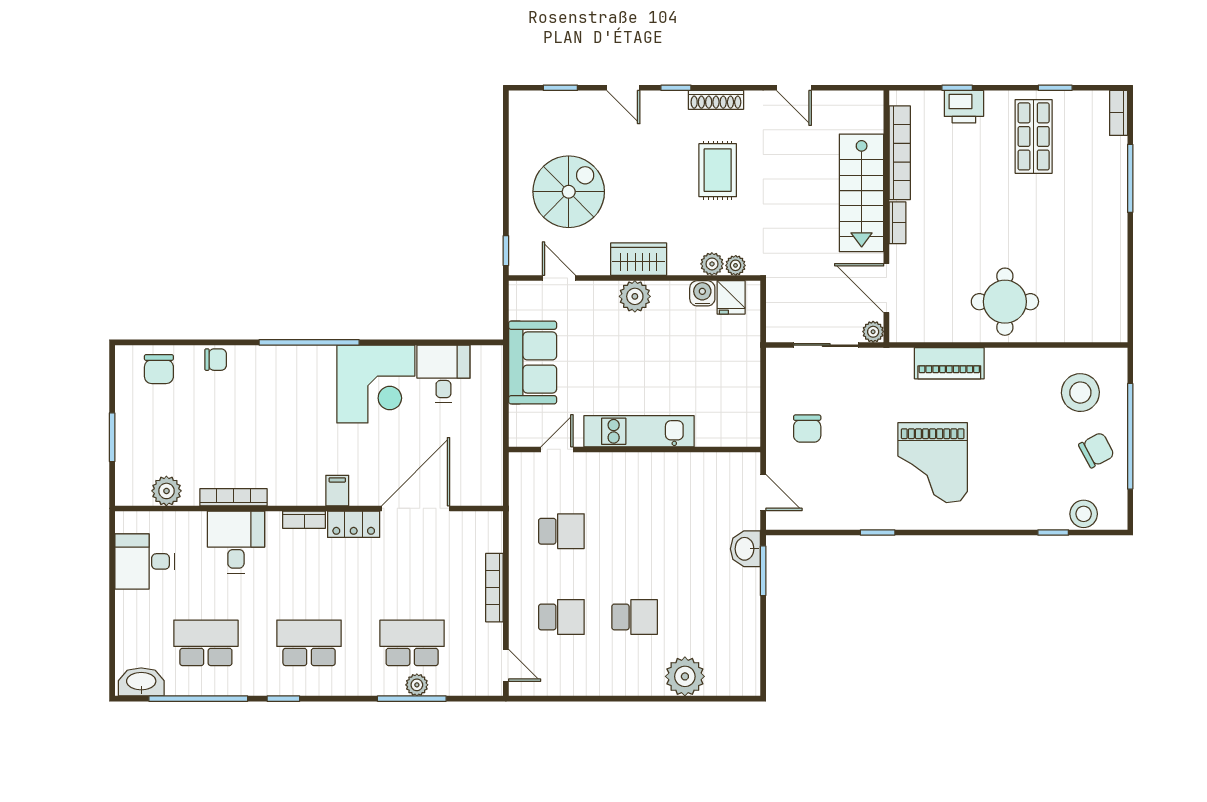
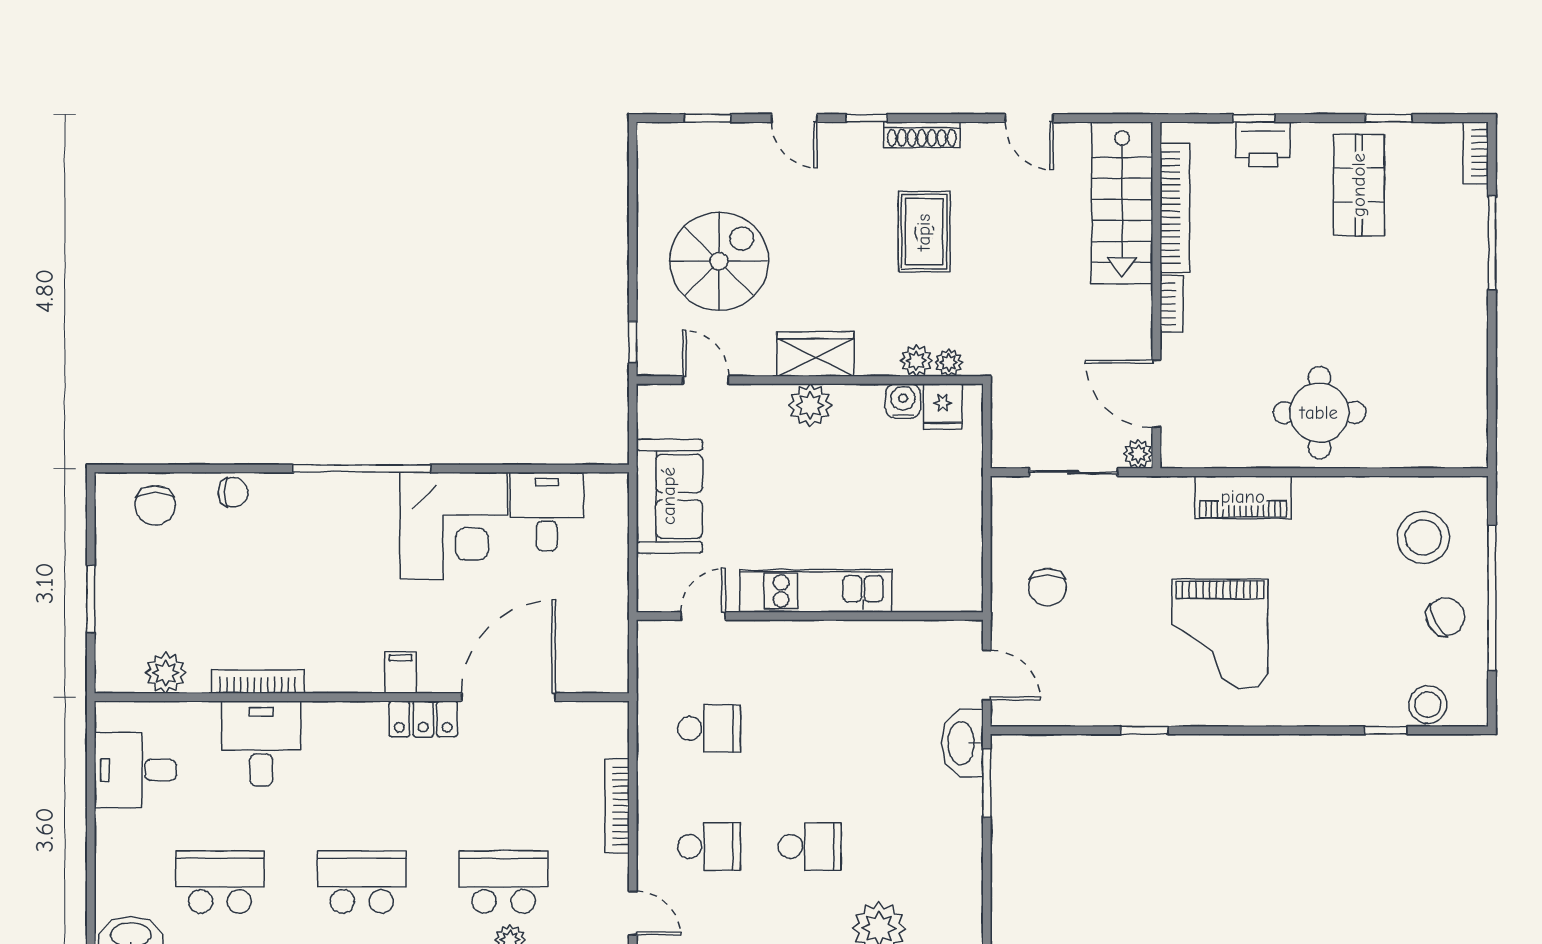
stairs: (862, 193) -> (1122, 203), moved
bookcase: (304, 520) -> (355, 713), removed
washbasin: (745, 549) -> (962, 743), width x1.38

